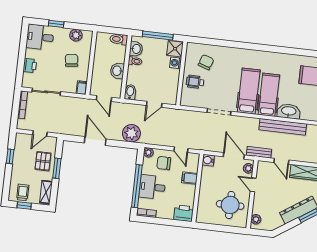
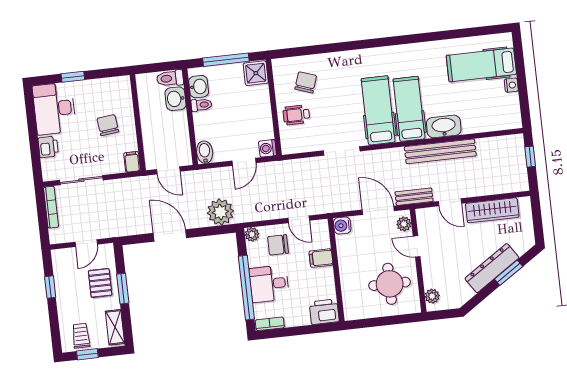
plant: (76, 35) -> (106, 87), removed
desk: (40, 37) -> (54, 109), width x1.37
washing machine: (176, 63) -> (267, 148), moved
washbasin: (117, 71) -> (175, 99), moved

